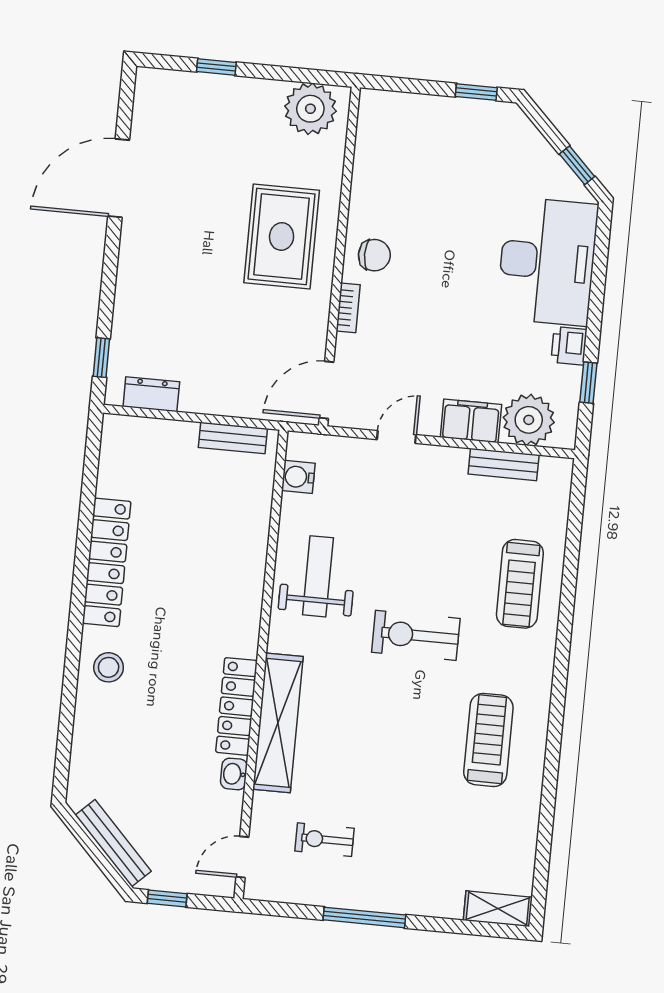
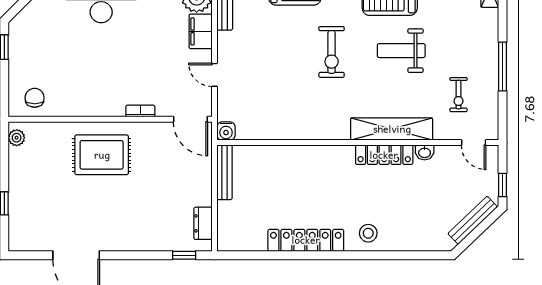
plant: (310, 109) -> (17, 138), width x0.53, depth x0.53
chair: (374, 255) -> (35, 98), moved
bench: (233, 438) -> (224, 172), width x1.36
water cooler: (298, 477) -> (226, 131), moved
weight bench: (318, 576) -> (401, 51), moved

